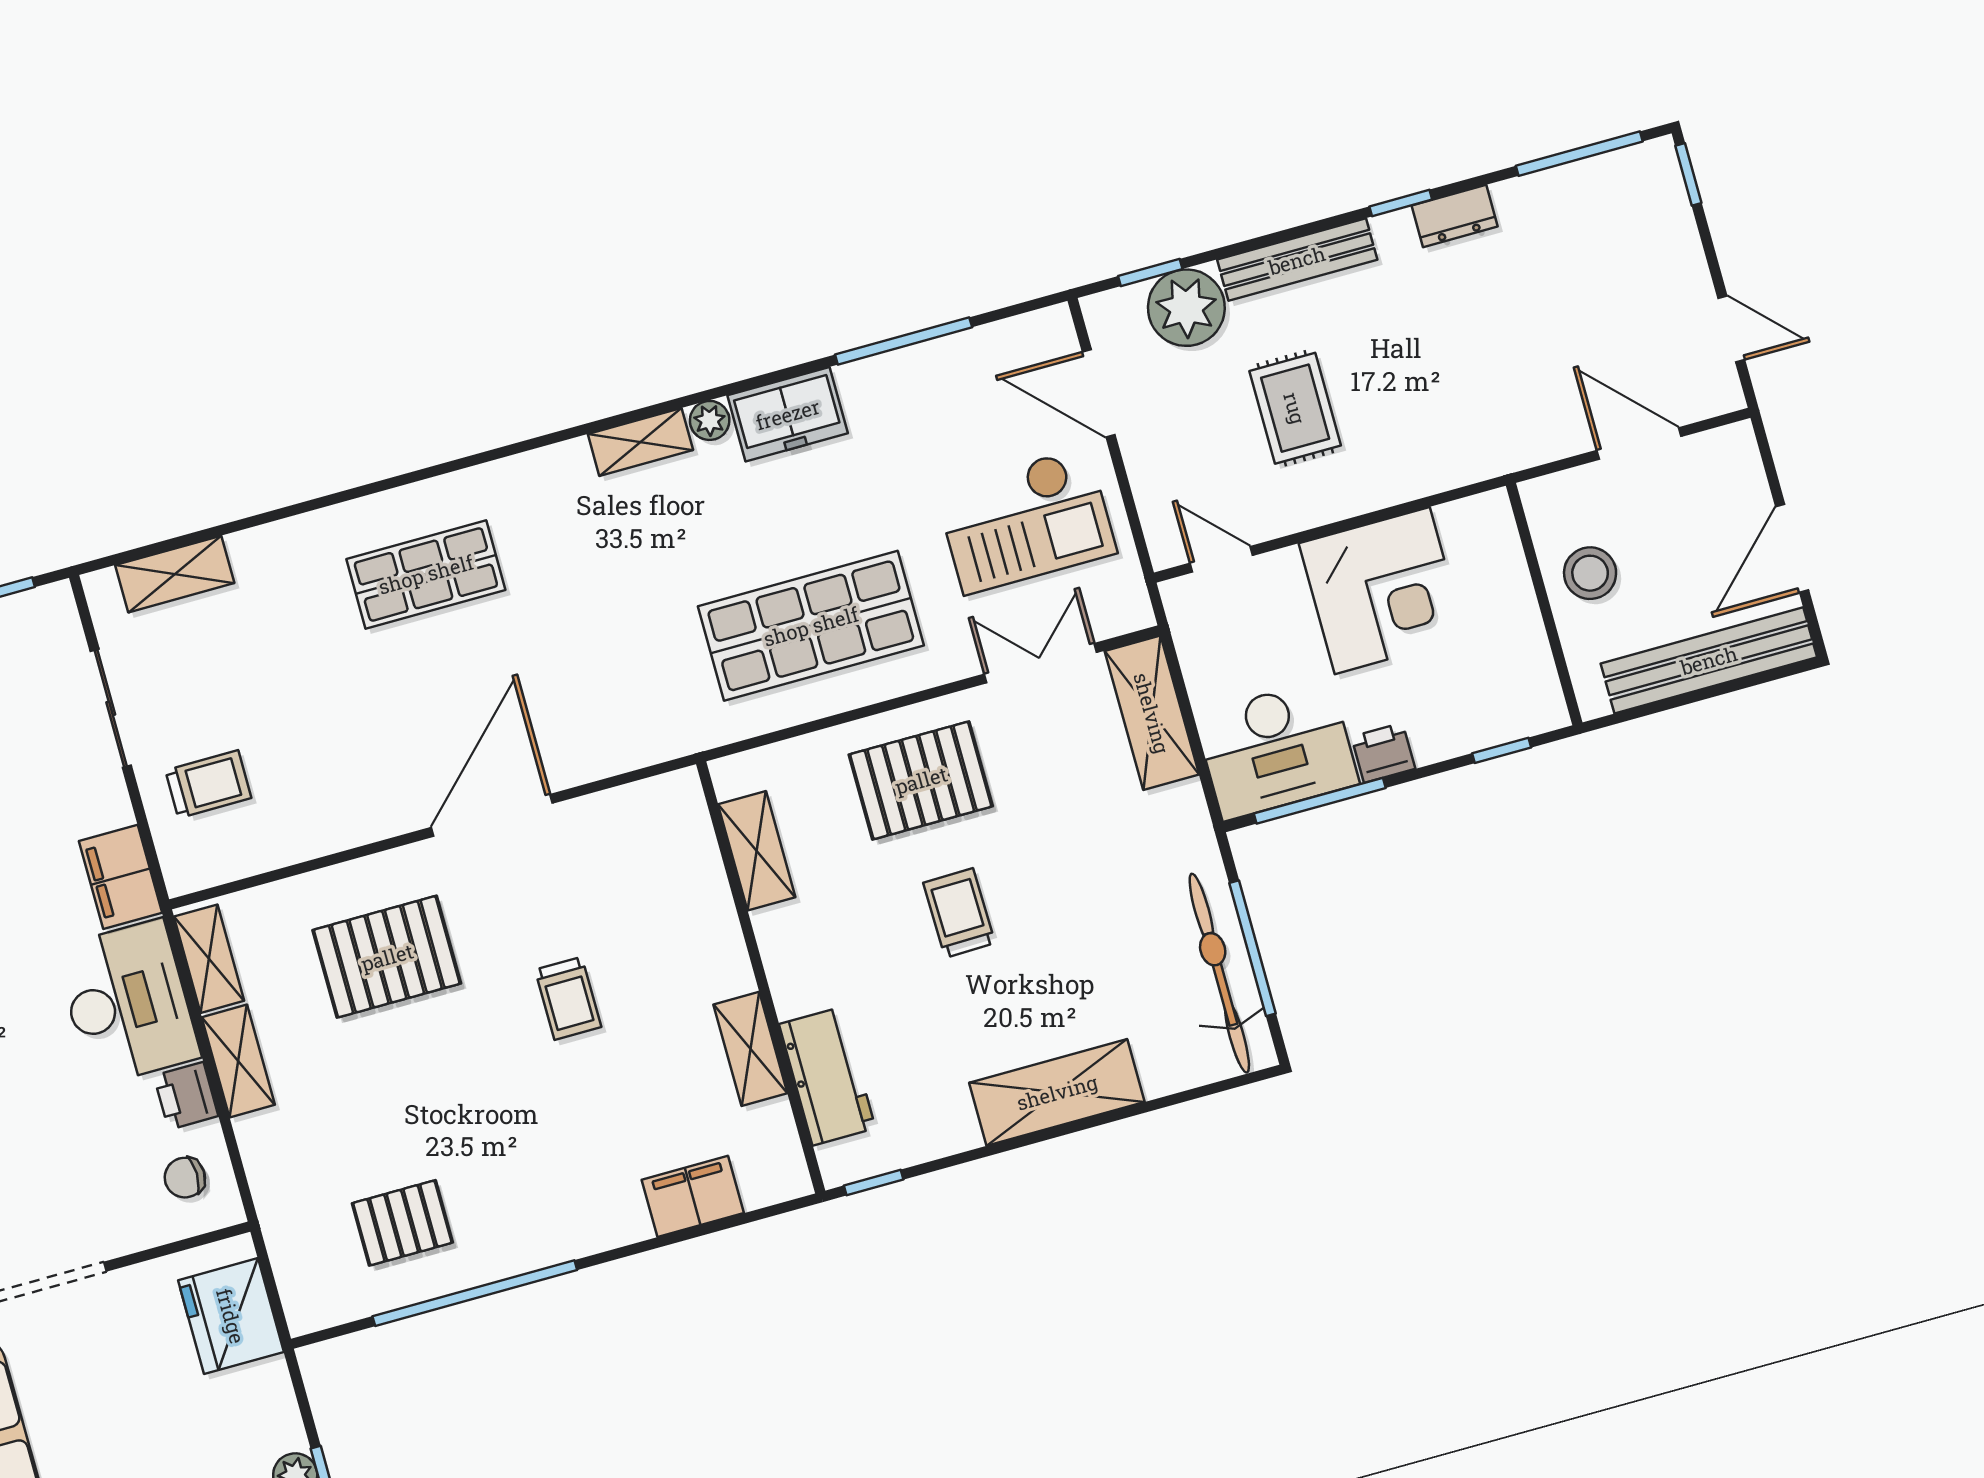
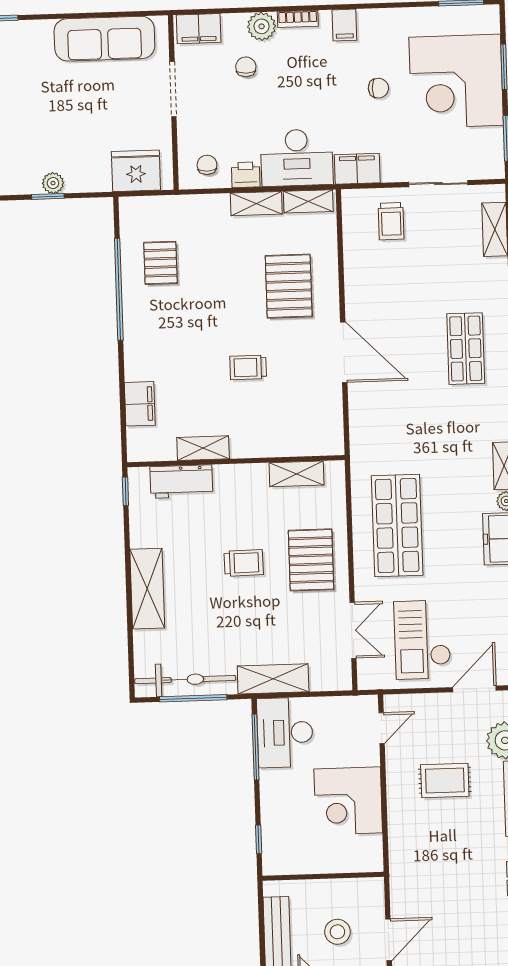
stool: (1590, 573) -> (337, 932), moved
shelving: (1152, 713) -> (273, 679), moved
printer: (1383, 753) -> (271, 783), removed

